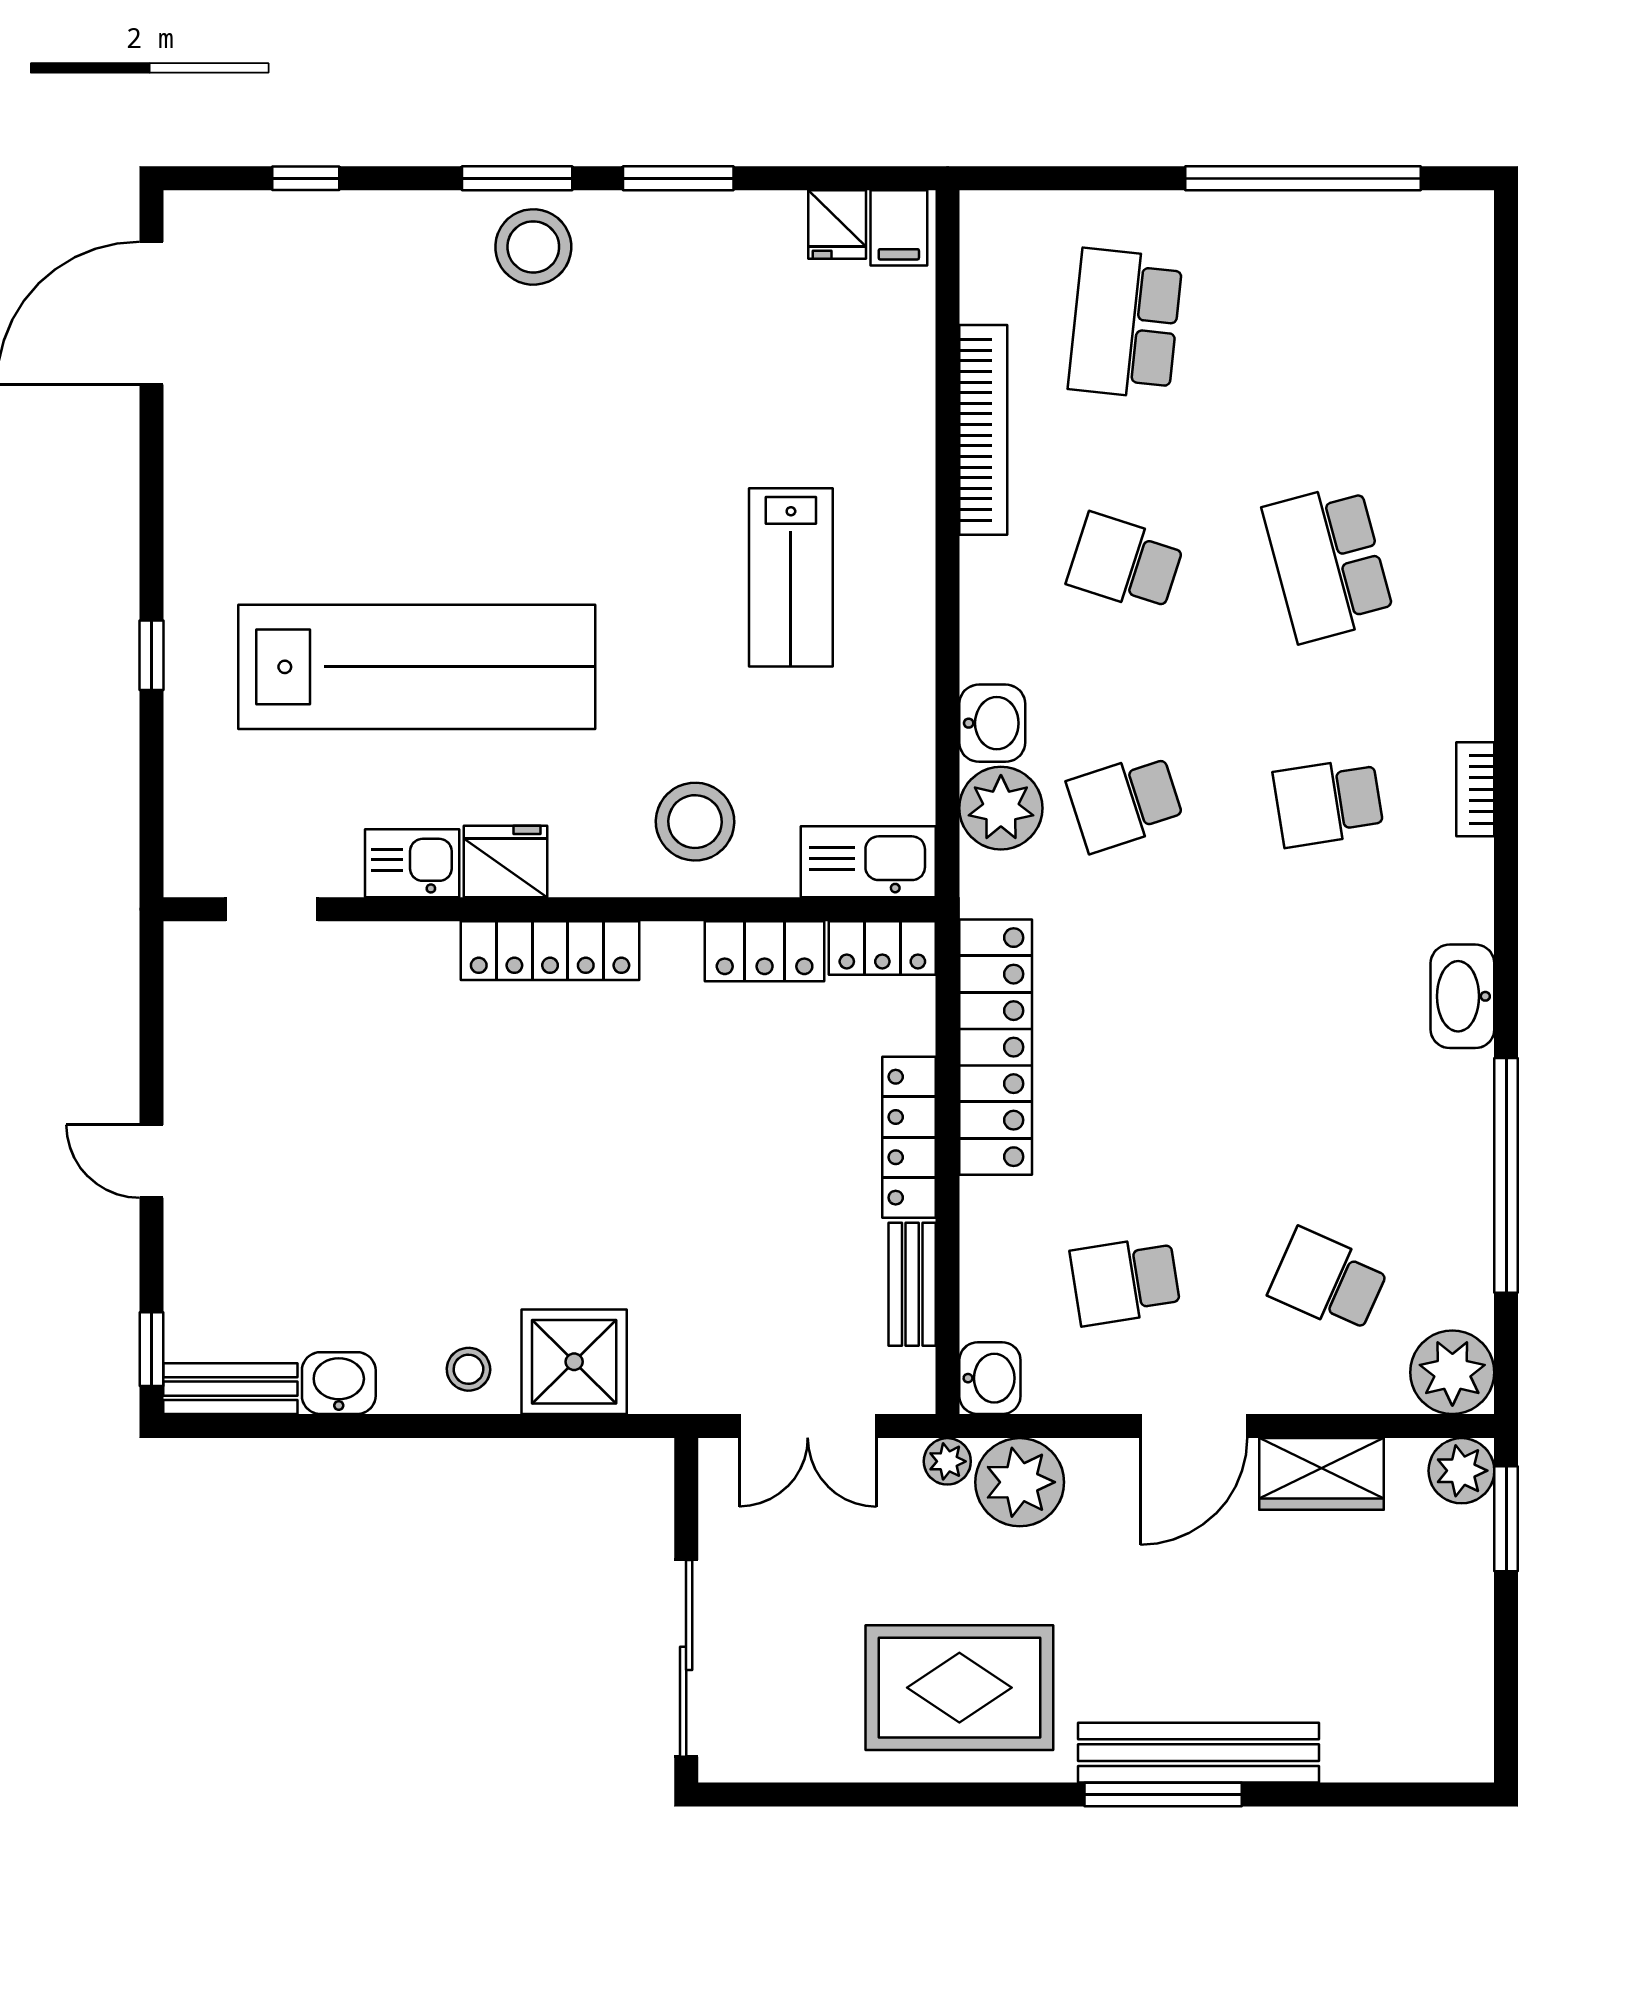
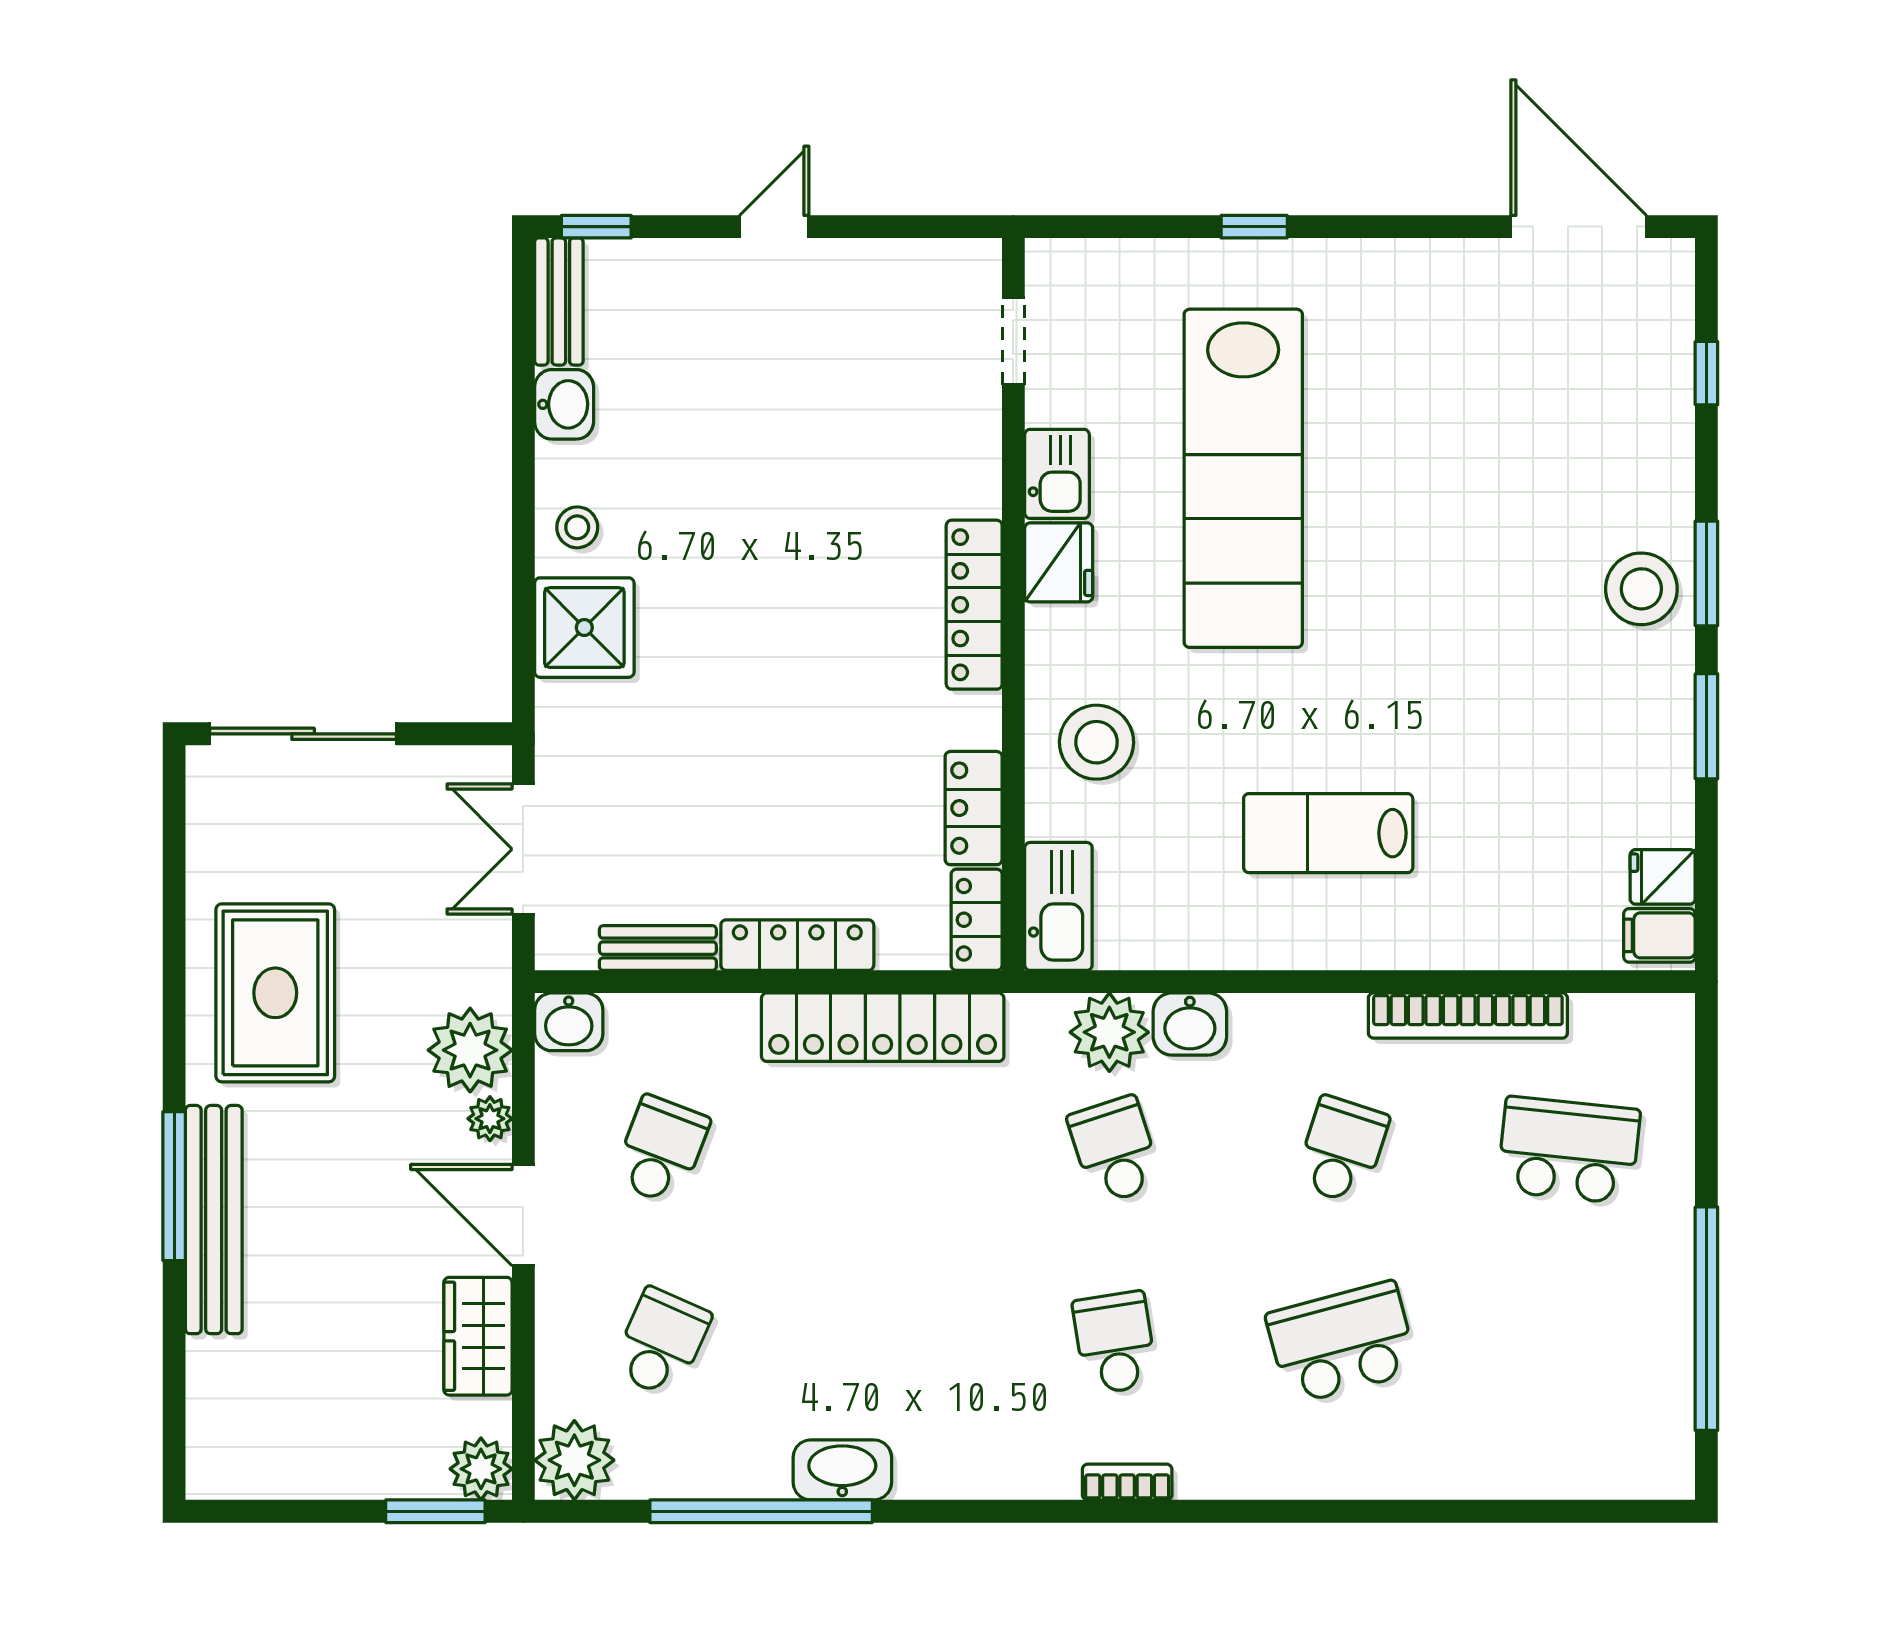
washbasin: (1462, 996) -> (842, 1470), moved
school desk: (1125, 1281) -> (661, 1150), turned 30
plant: (947, 1461) -> (490, 1119), moved

